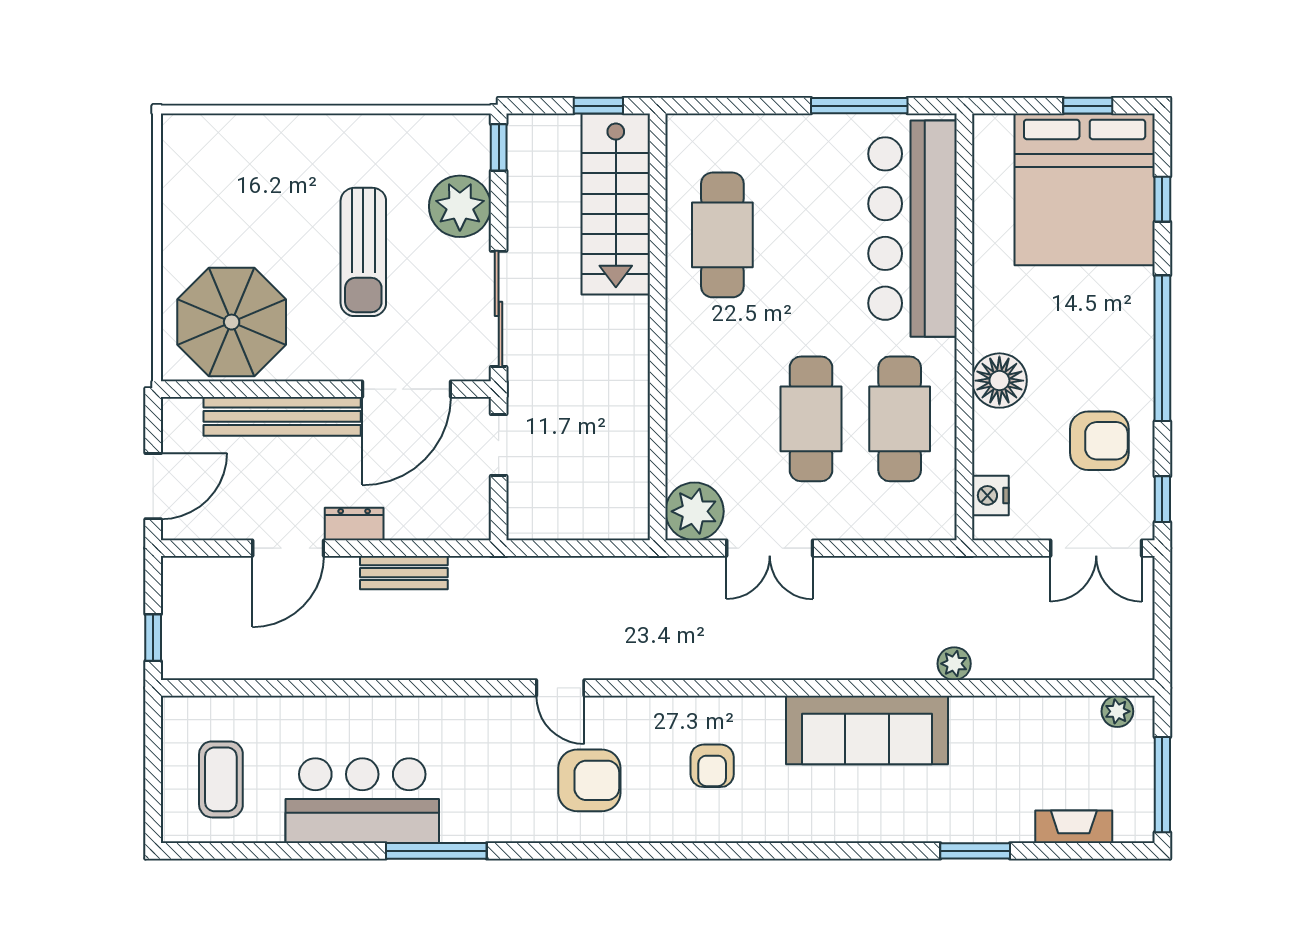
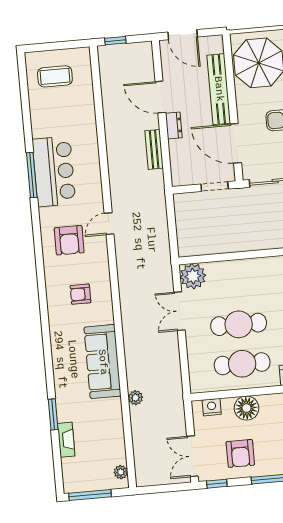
floor lamp: (999, 381) -> (247, 408), moved
bar counter: (362, 801) -> (54, 171), moved
fireplace: (1074, 827) -> (66, 440), moved

